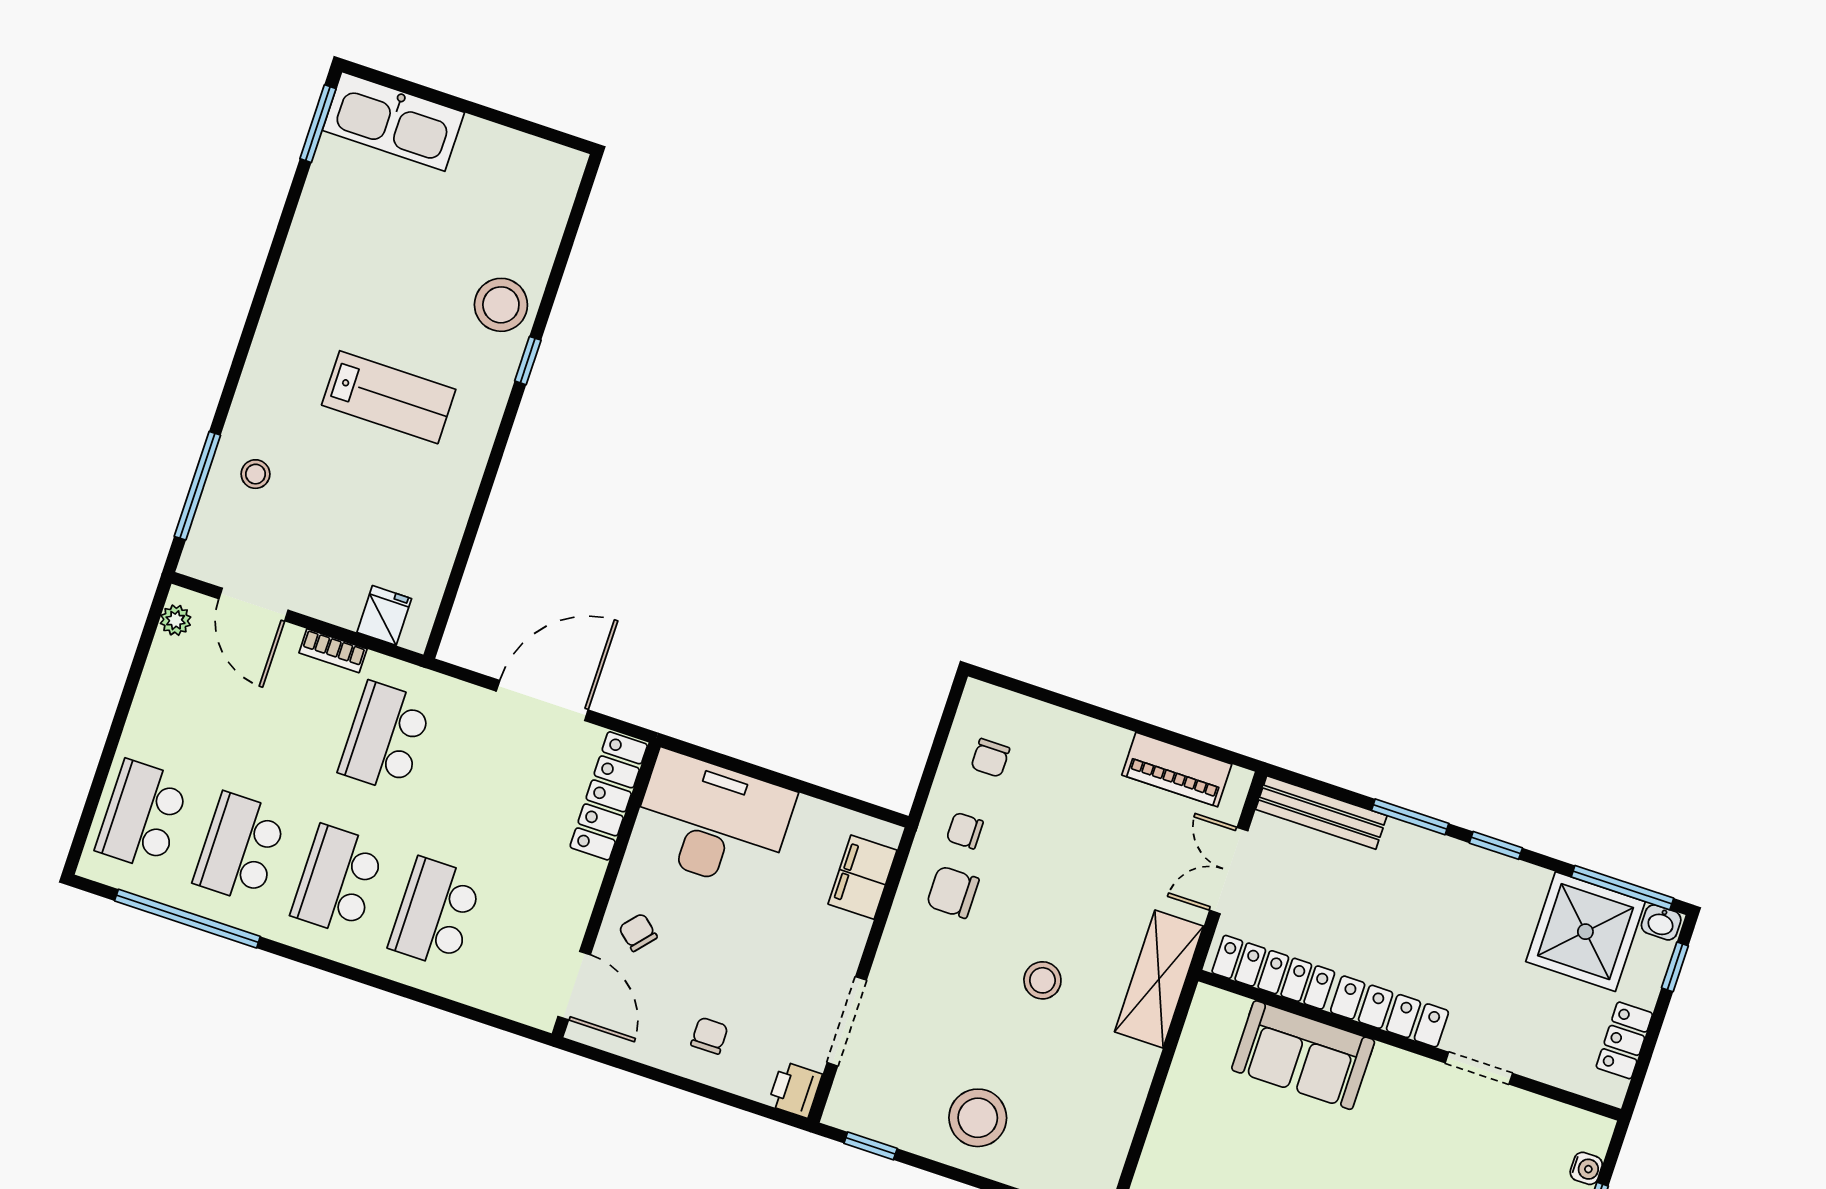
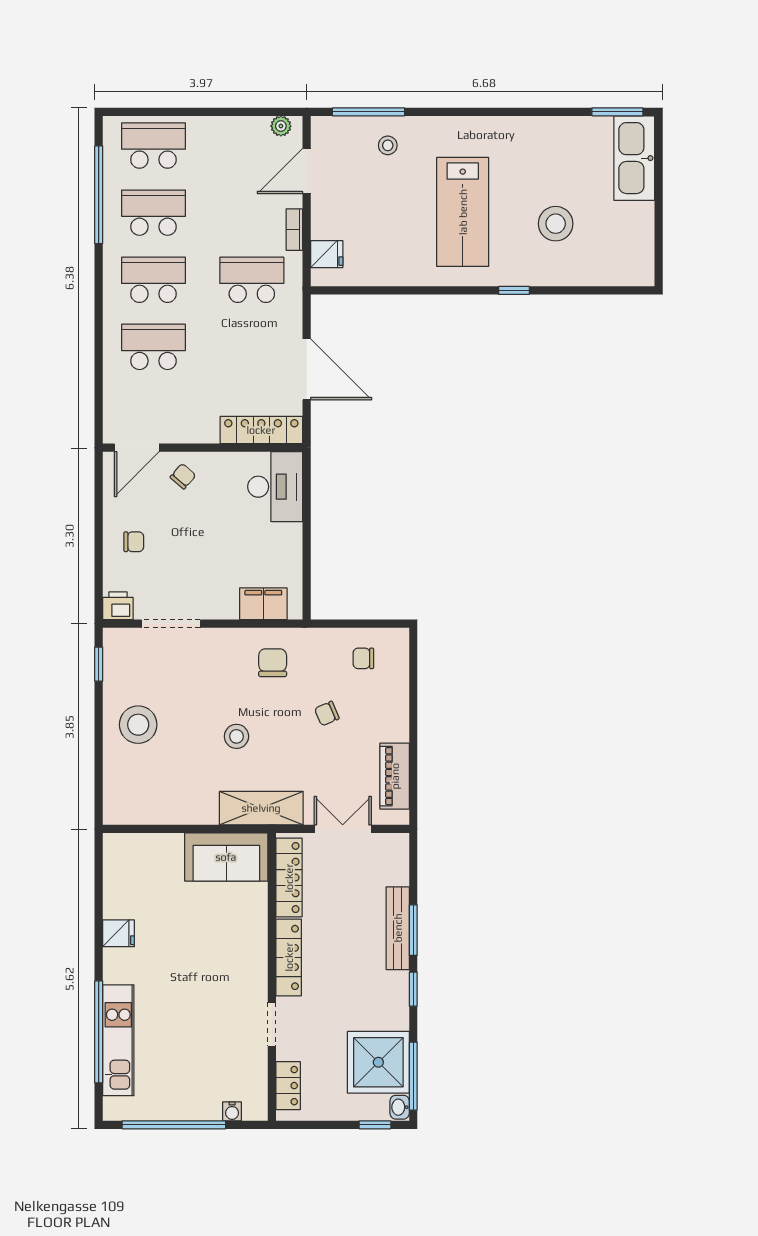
stool: (501, 305) -> (556, 224), moved
lab bench: (389, 397) -> (463, 212), width x1.36, depth x1.39
bench: (1321, 813) -> (398, 928), moved
desk: (712, 821) -> (275, 487), width x0.73, depth x0.77
chair: (965, 831) -> (327, 714), moved, turned -113
locker: (1624, 1040) -> (288, 1086), moved, turned 90
sofa: (1303, 1055) -> (226, 857), moved, turned -90

